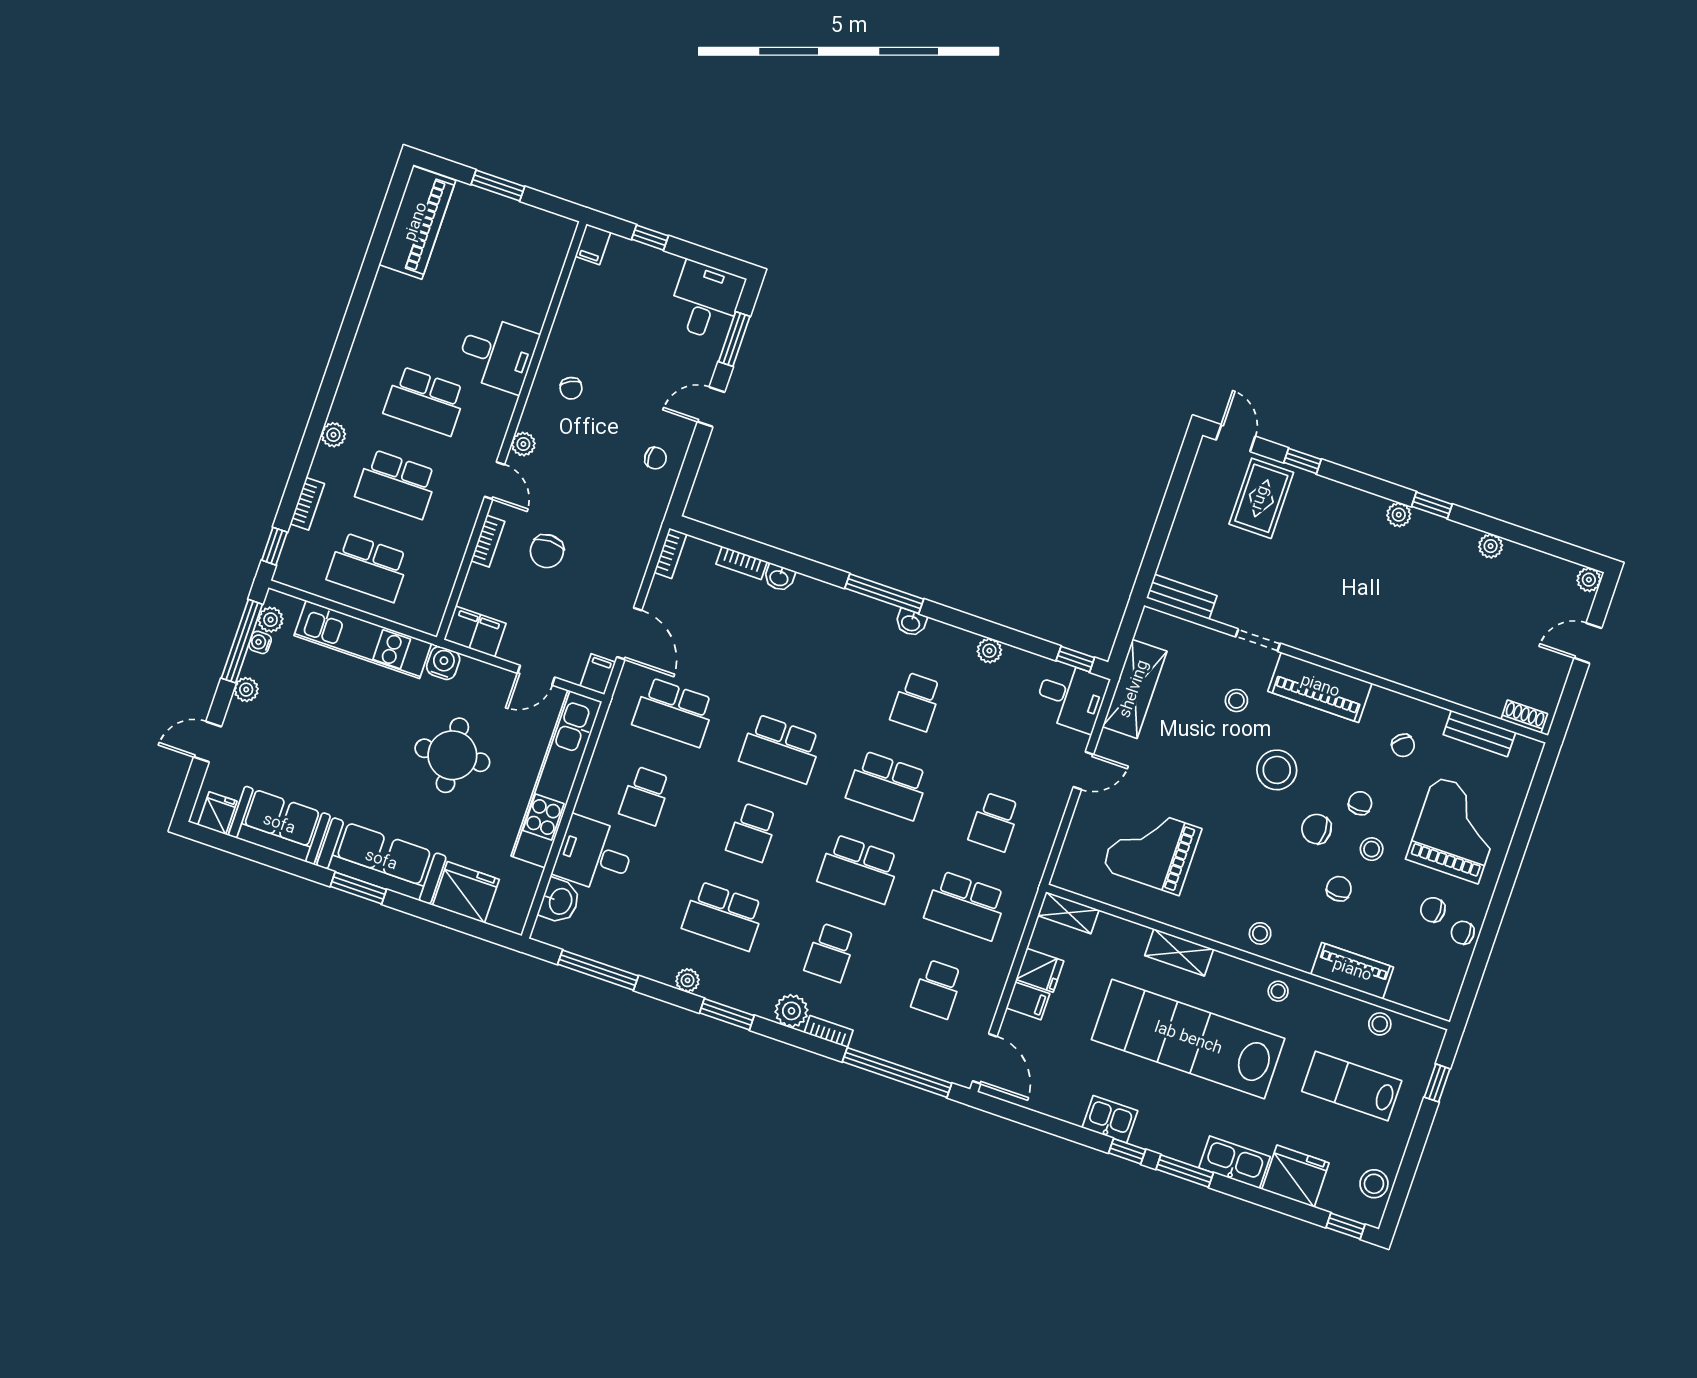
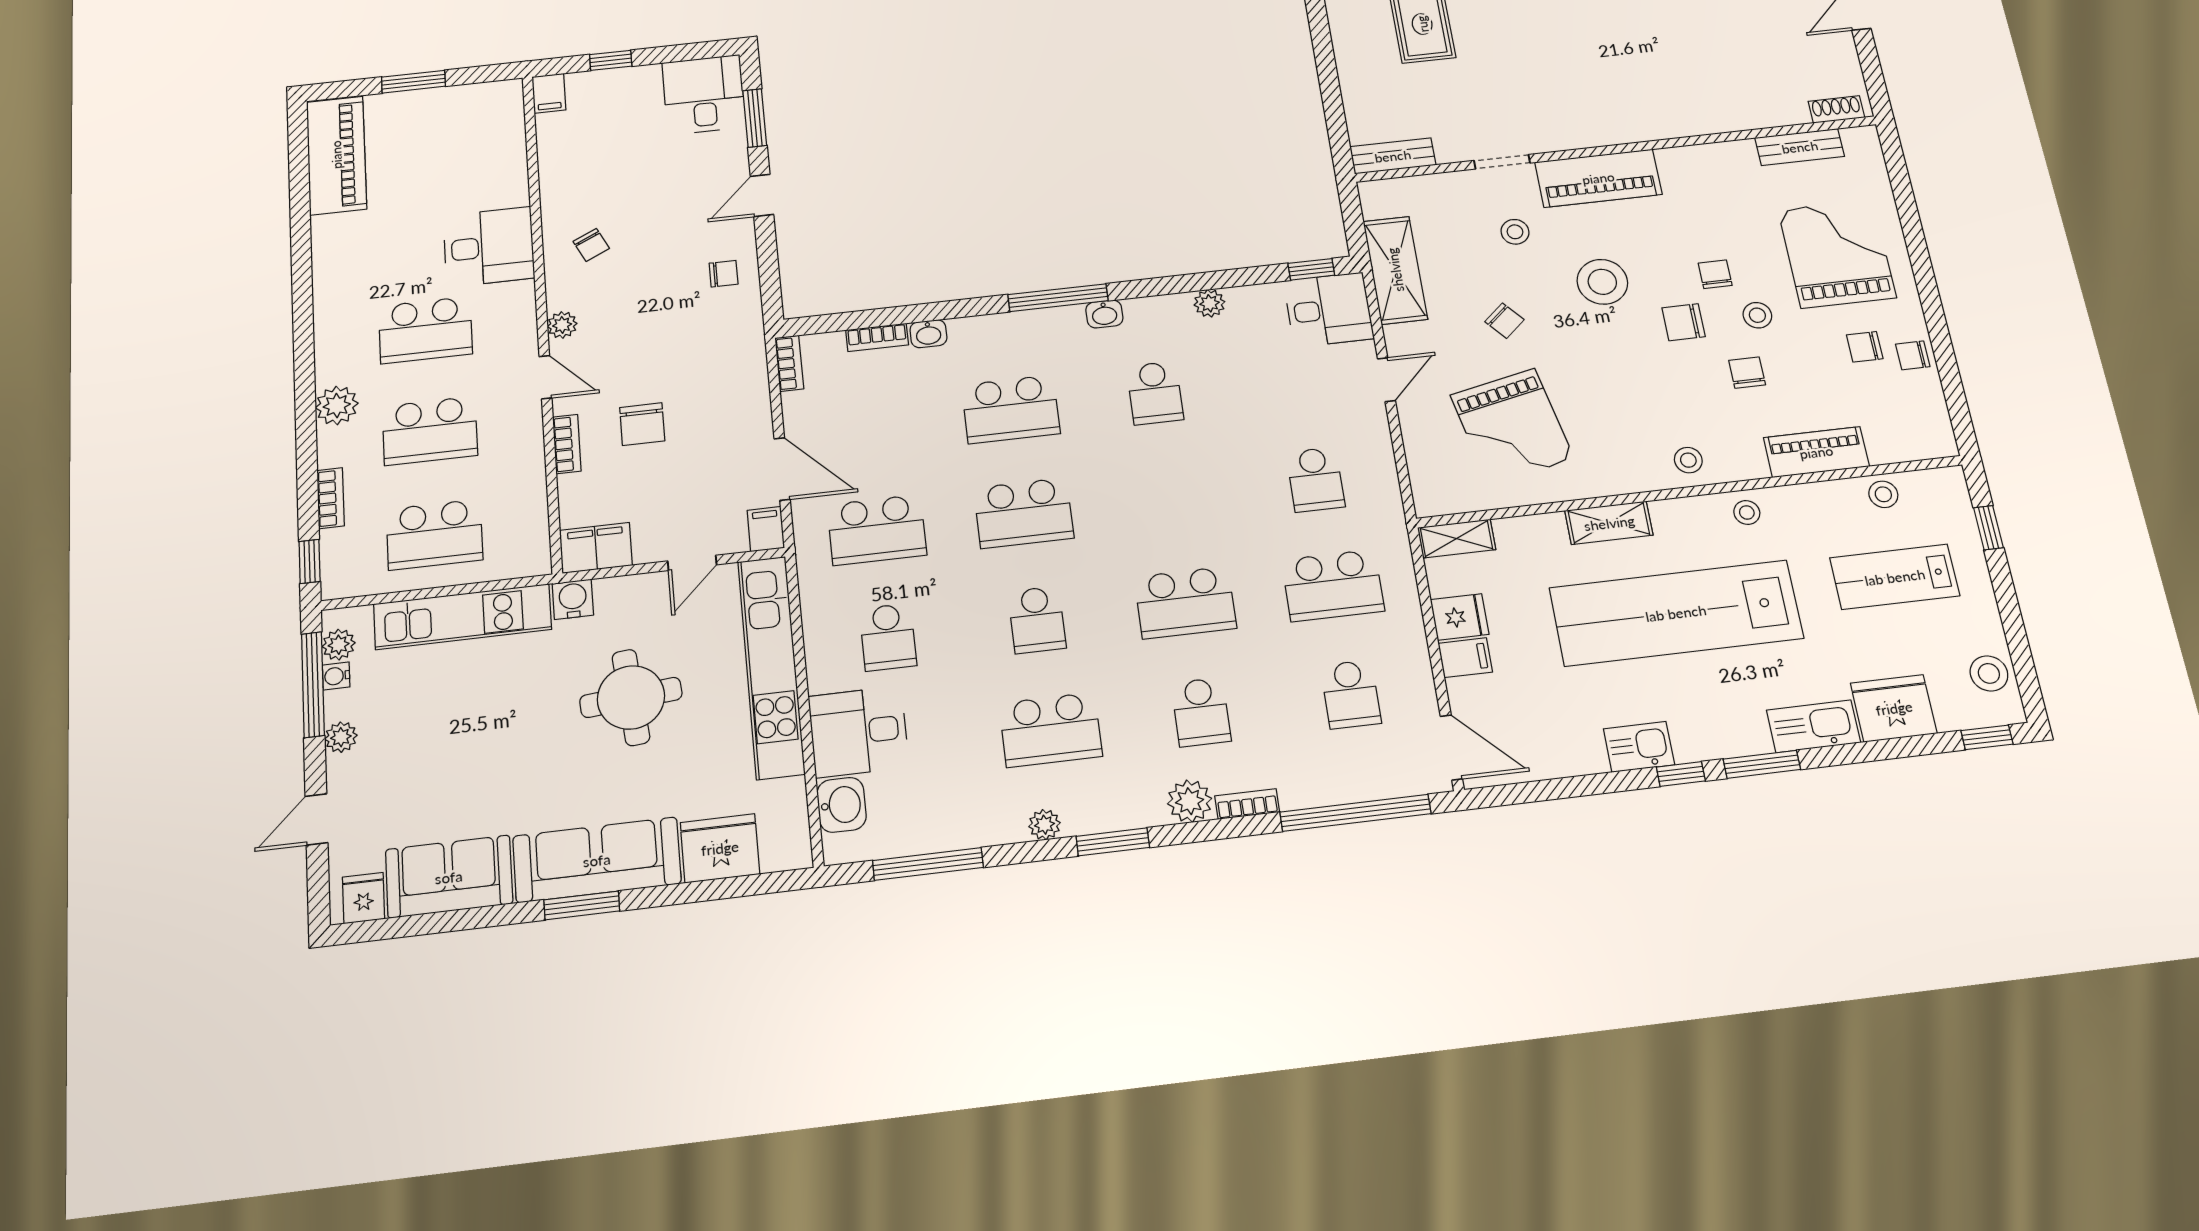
plant: (333, 435) -> (337, 405), width x1.38, depth x1.38
chair: (1403, 745) -> (1504, 321), moved
school desk: (887, 785) -> (1011, 409), moved
grand piano: (1152, 849) -> (1512, 427), turned -102

